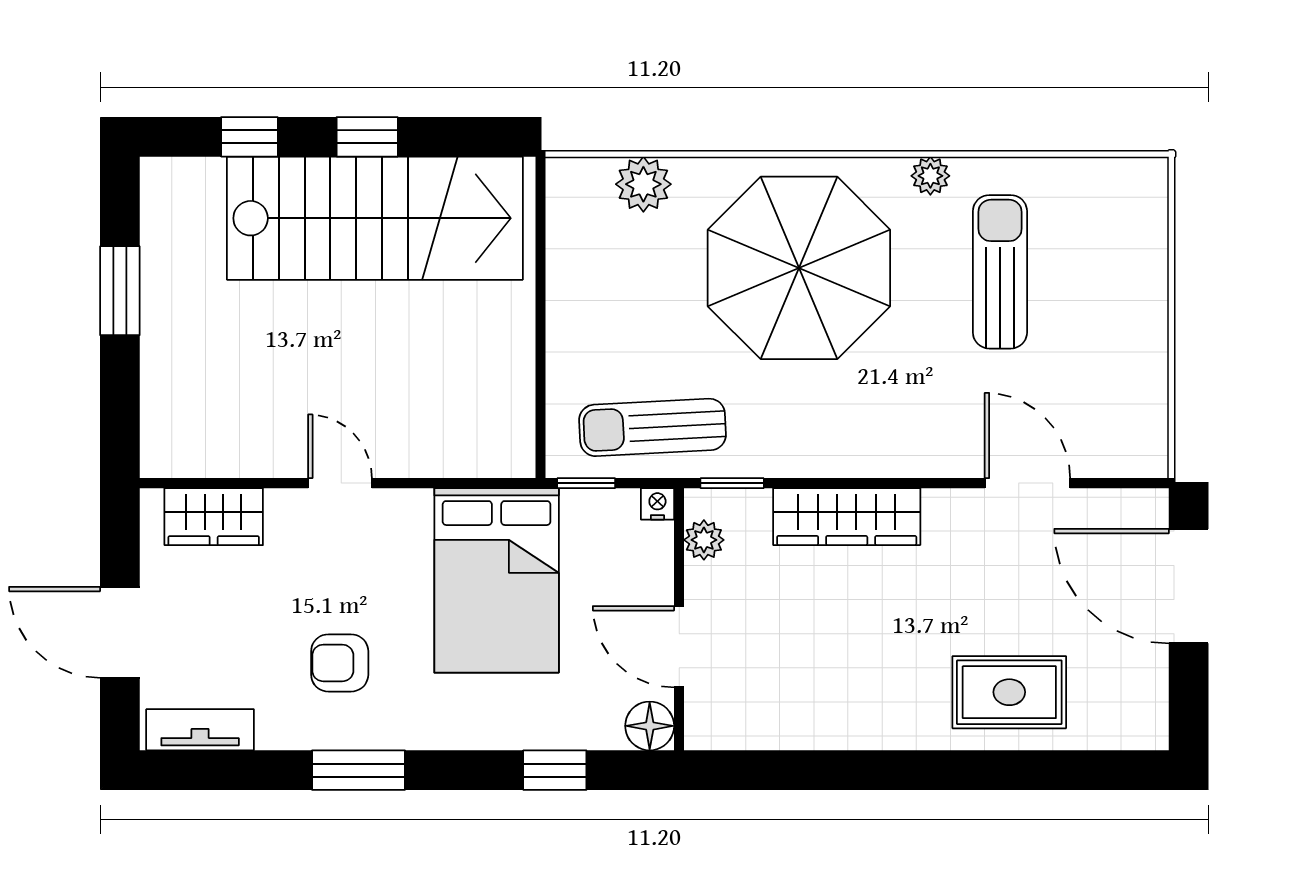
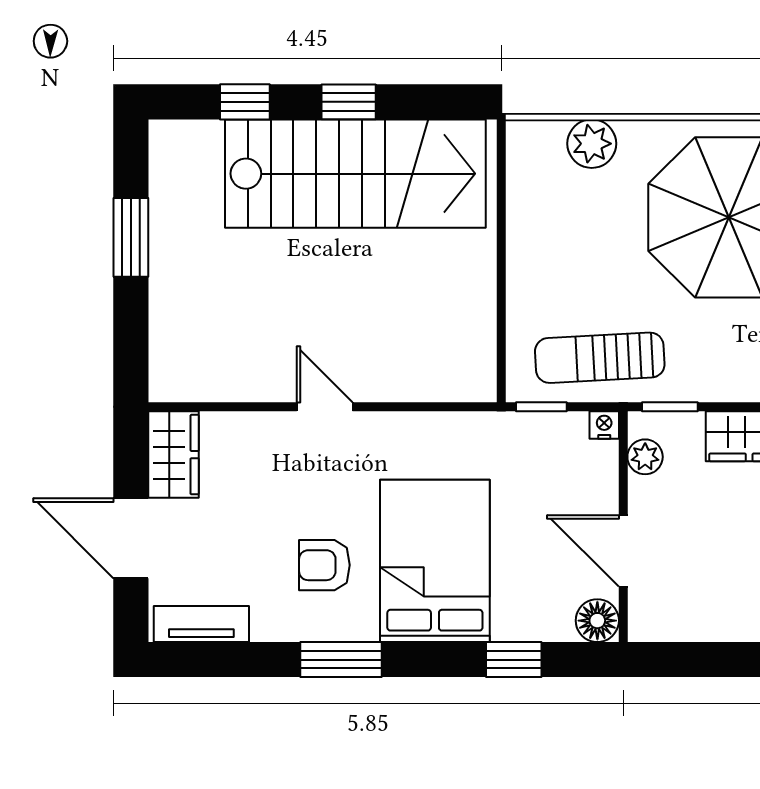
wardrobe: (214, 517) -> (173, 455), moved, turned -90
bed: (497, 580) -> (435, 561), moved, turned 180

